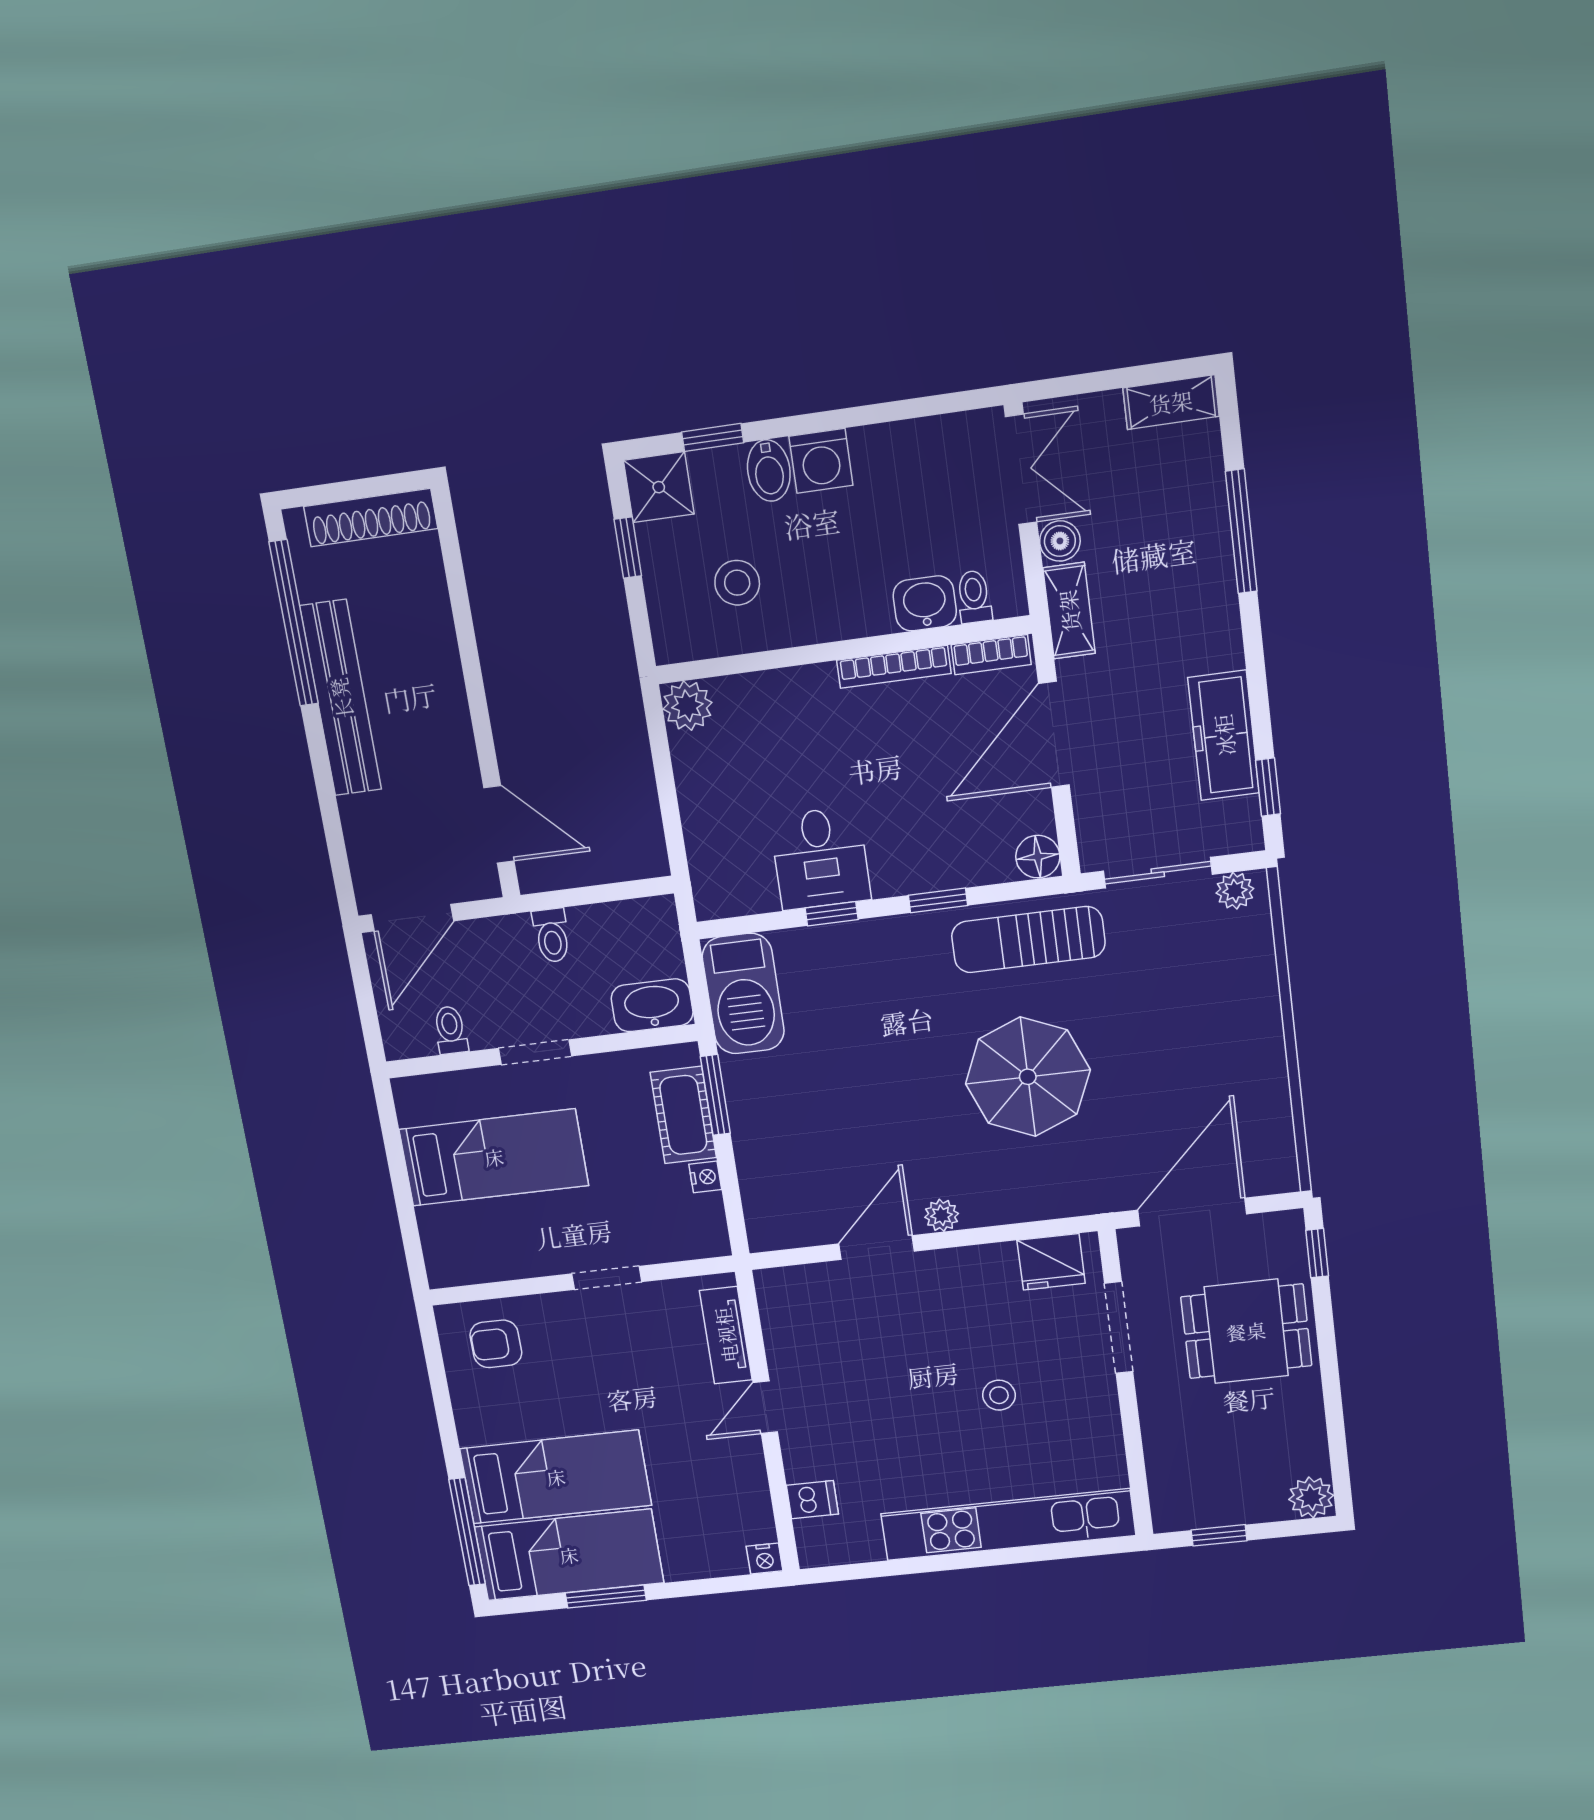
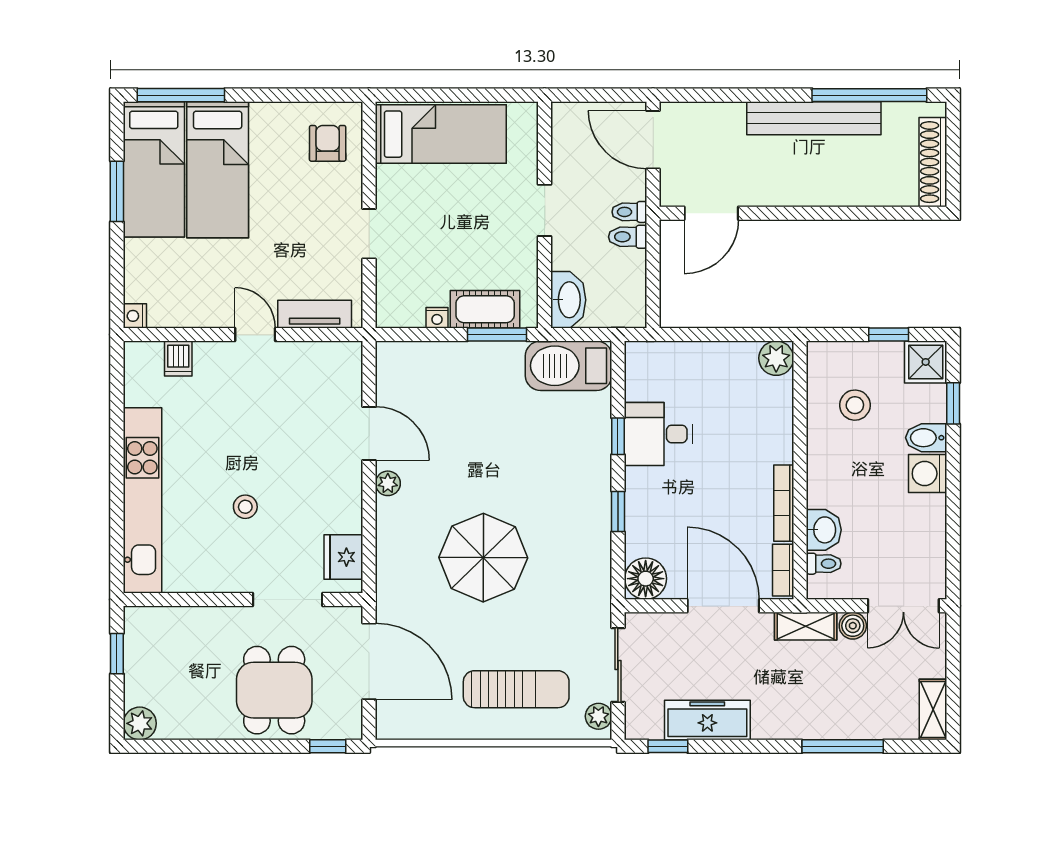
floor lamp: (1038, 857) -> (646, 579), width x1.38, depth x1.38
sun lounger: (1028, 940) -> (516, 689), moved, turned 90
toilet: (451, 1030) -> (629, 212), moved, turned 180
bed: (494, 1157) -> (441, 134), moved, turned -90

